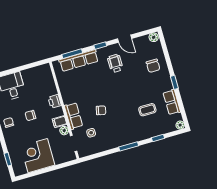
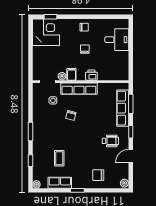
row of seats: (73, 116) -> (79, 89), width x1.48
corner desk: (38, 156) -> (46, 32), moved

